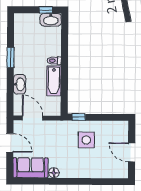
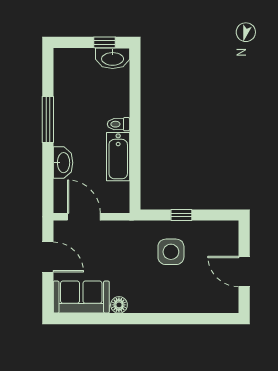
window: (10, 58) -> (48, 120), width x1.44
window: (79, 117) -> (181, 215), moved

